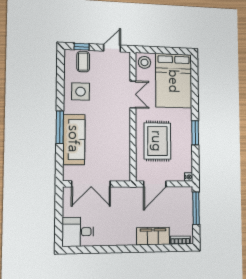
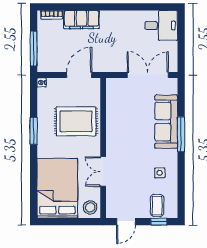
side table: (81, 92) -> (160, 173), width x0.54, depth x0.54
rug: (157, 141) -> (76, 121), turned 90

